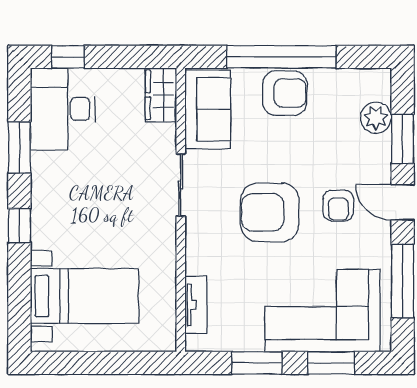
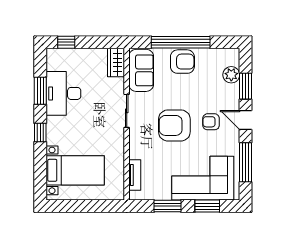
desk: (63, 109) -> (63, 93), moved
armchair: (338, 206) -> (211, 122), turned 90

